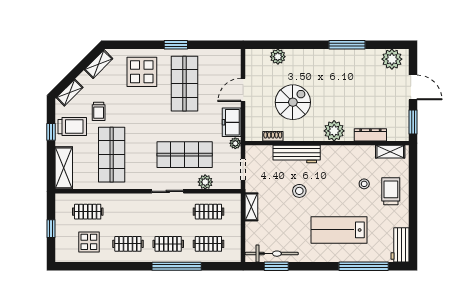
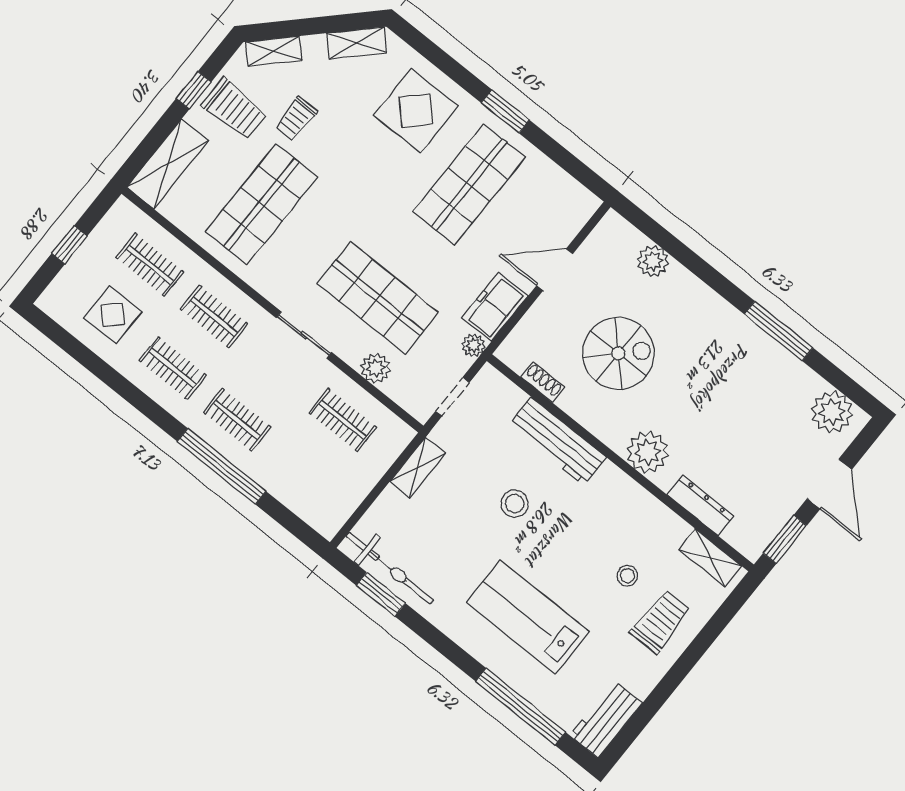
clothes rail: (208, 244) -> (214, 317), moved

